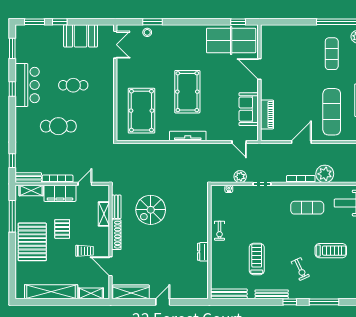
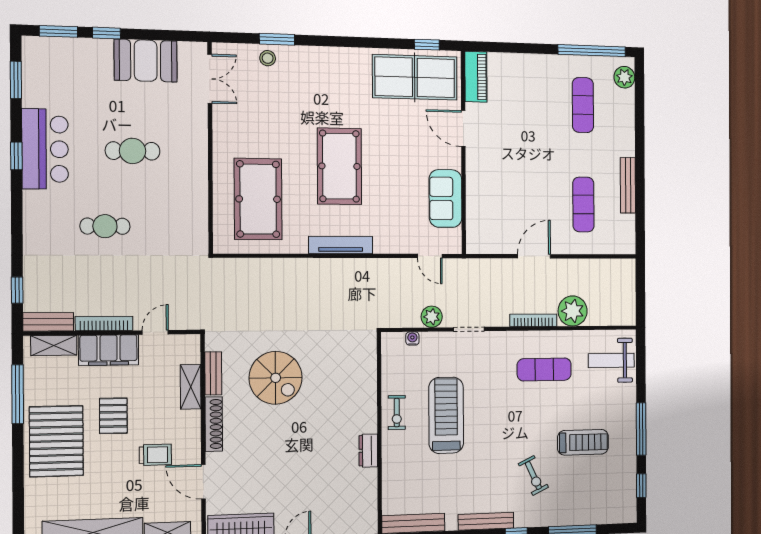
exercise mat: (332, 112) -> (583, 205), width x0.73, depth x0.69
piano: (267, 114) -> (476, 77), moved
cafe table: (58, 126) -> (105, 226), width x0.73, depth x0.74
spiral stairs: (151, 210) -> (276, 378), turned -90
treadmill: (257, 259) -> (446, 415), moved, width x1.37, depth x1.38

